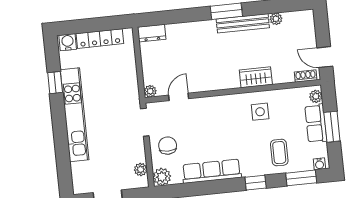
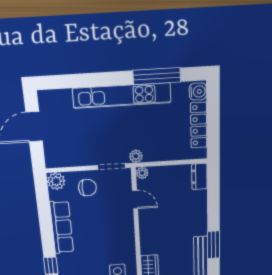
window: (55, 83) -> (157, 76), width x2.17
plant: (141, 169) -> (136, 156), moved

